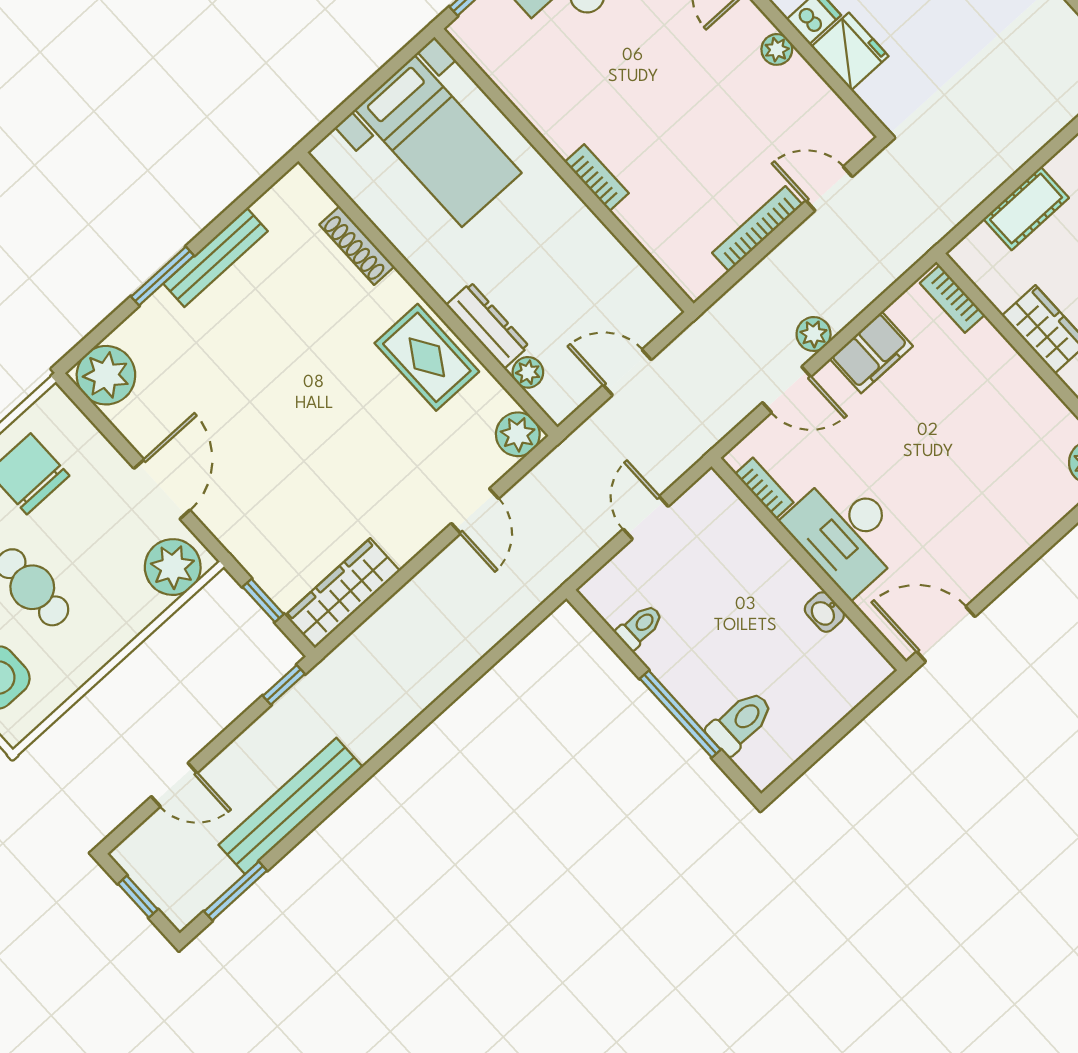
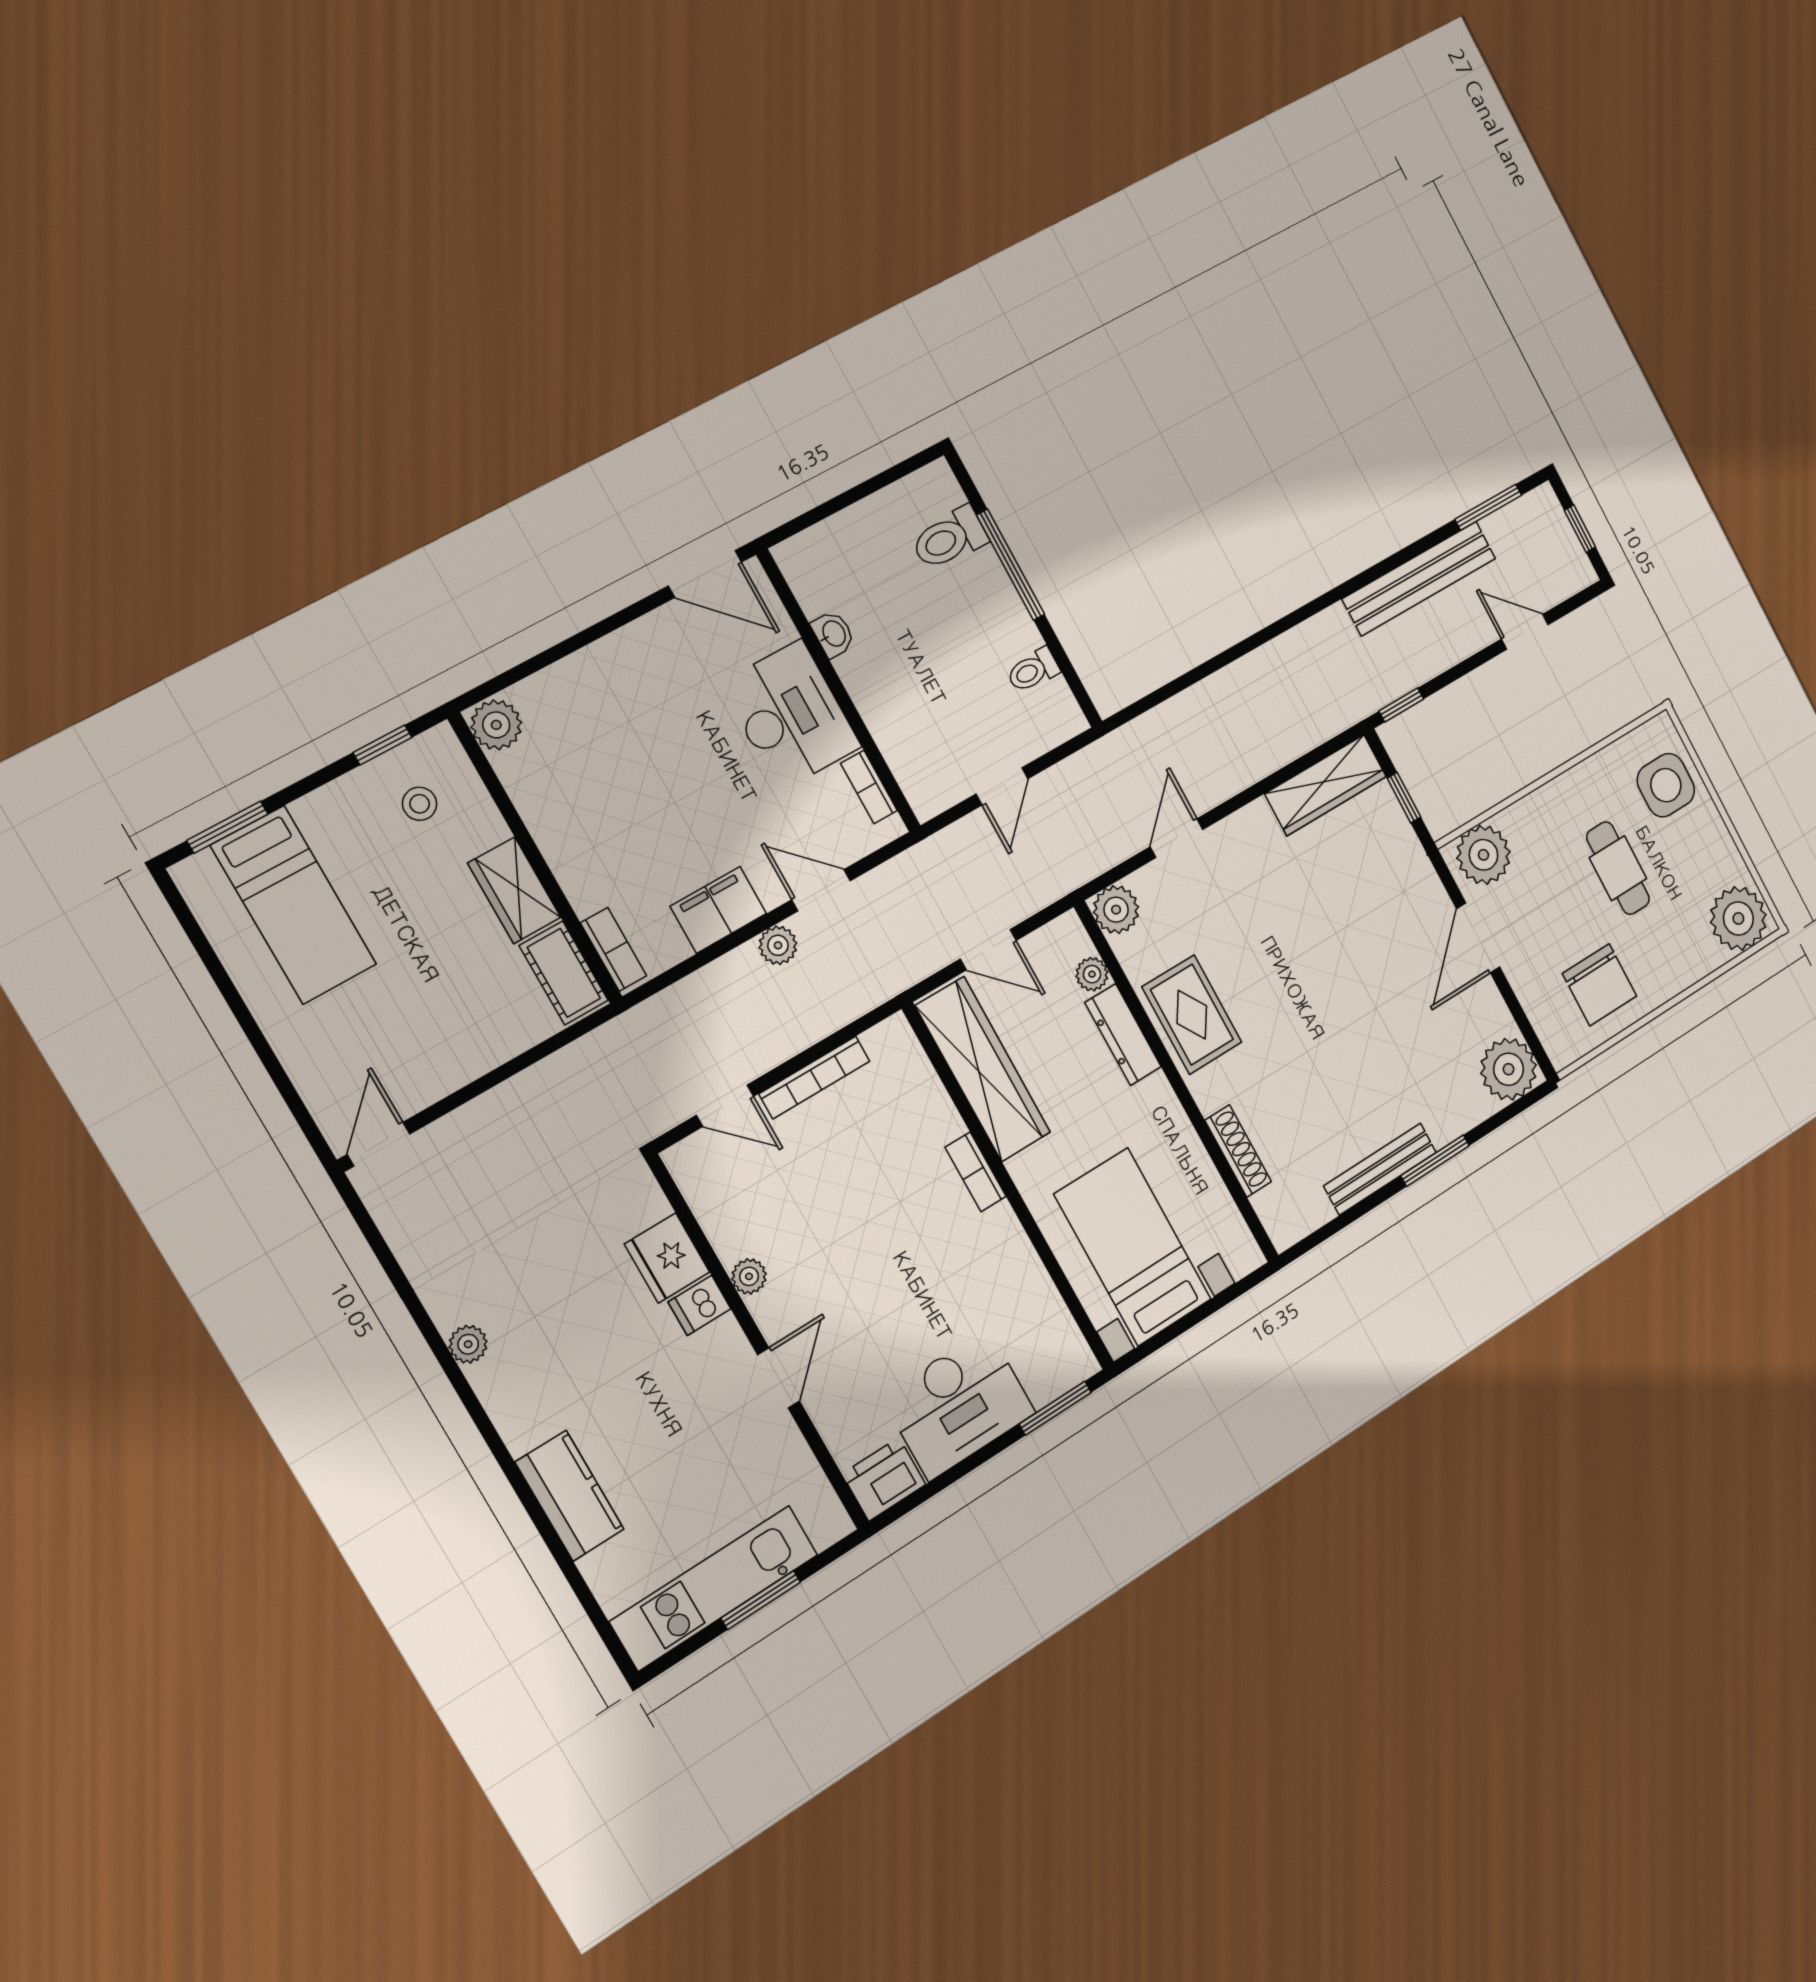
cot: (1026, 208) -> (564, 973), moved, turned 90
wardrobe: (610, 268) -> (983, 1069), added

